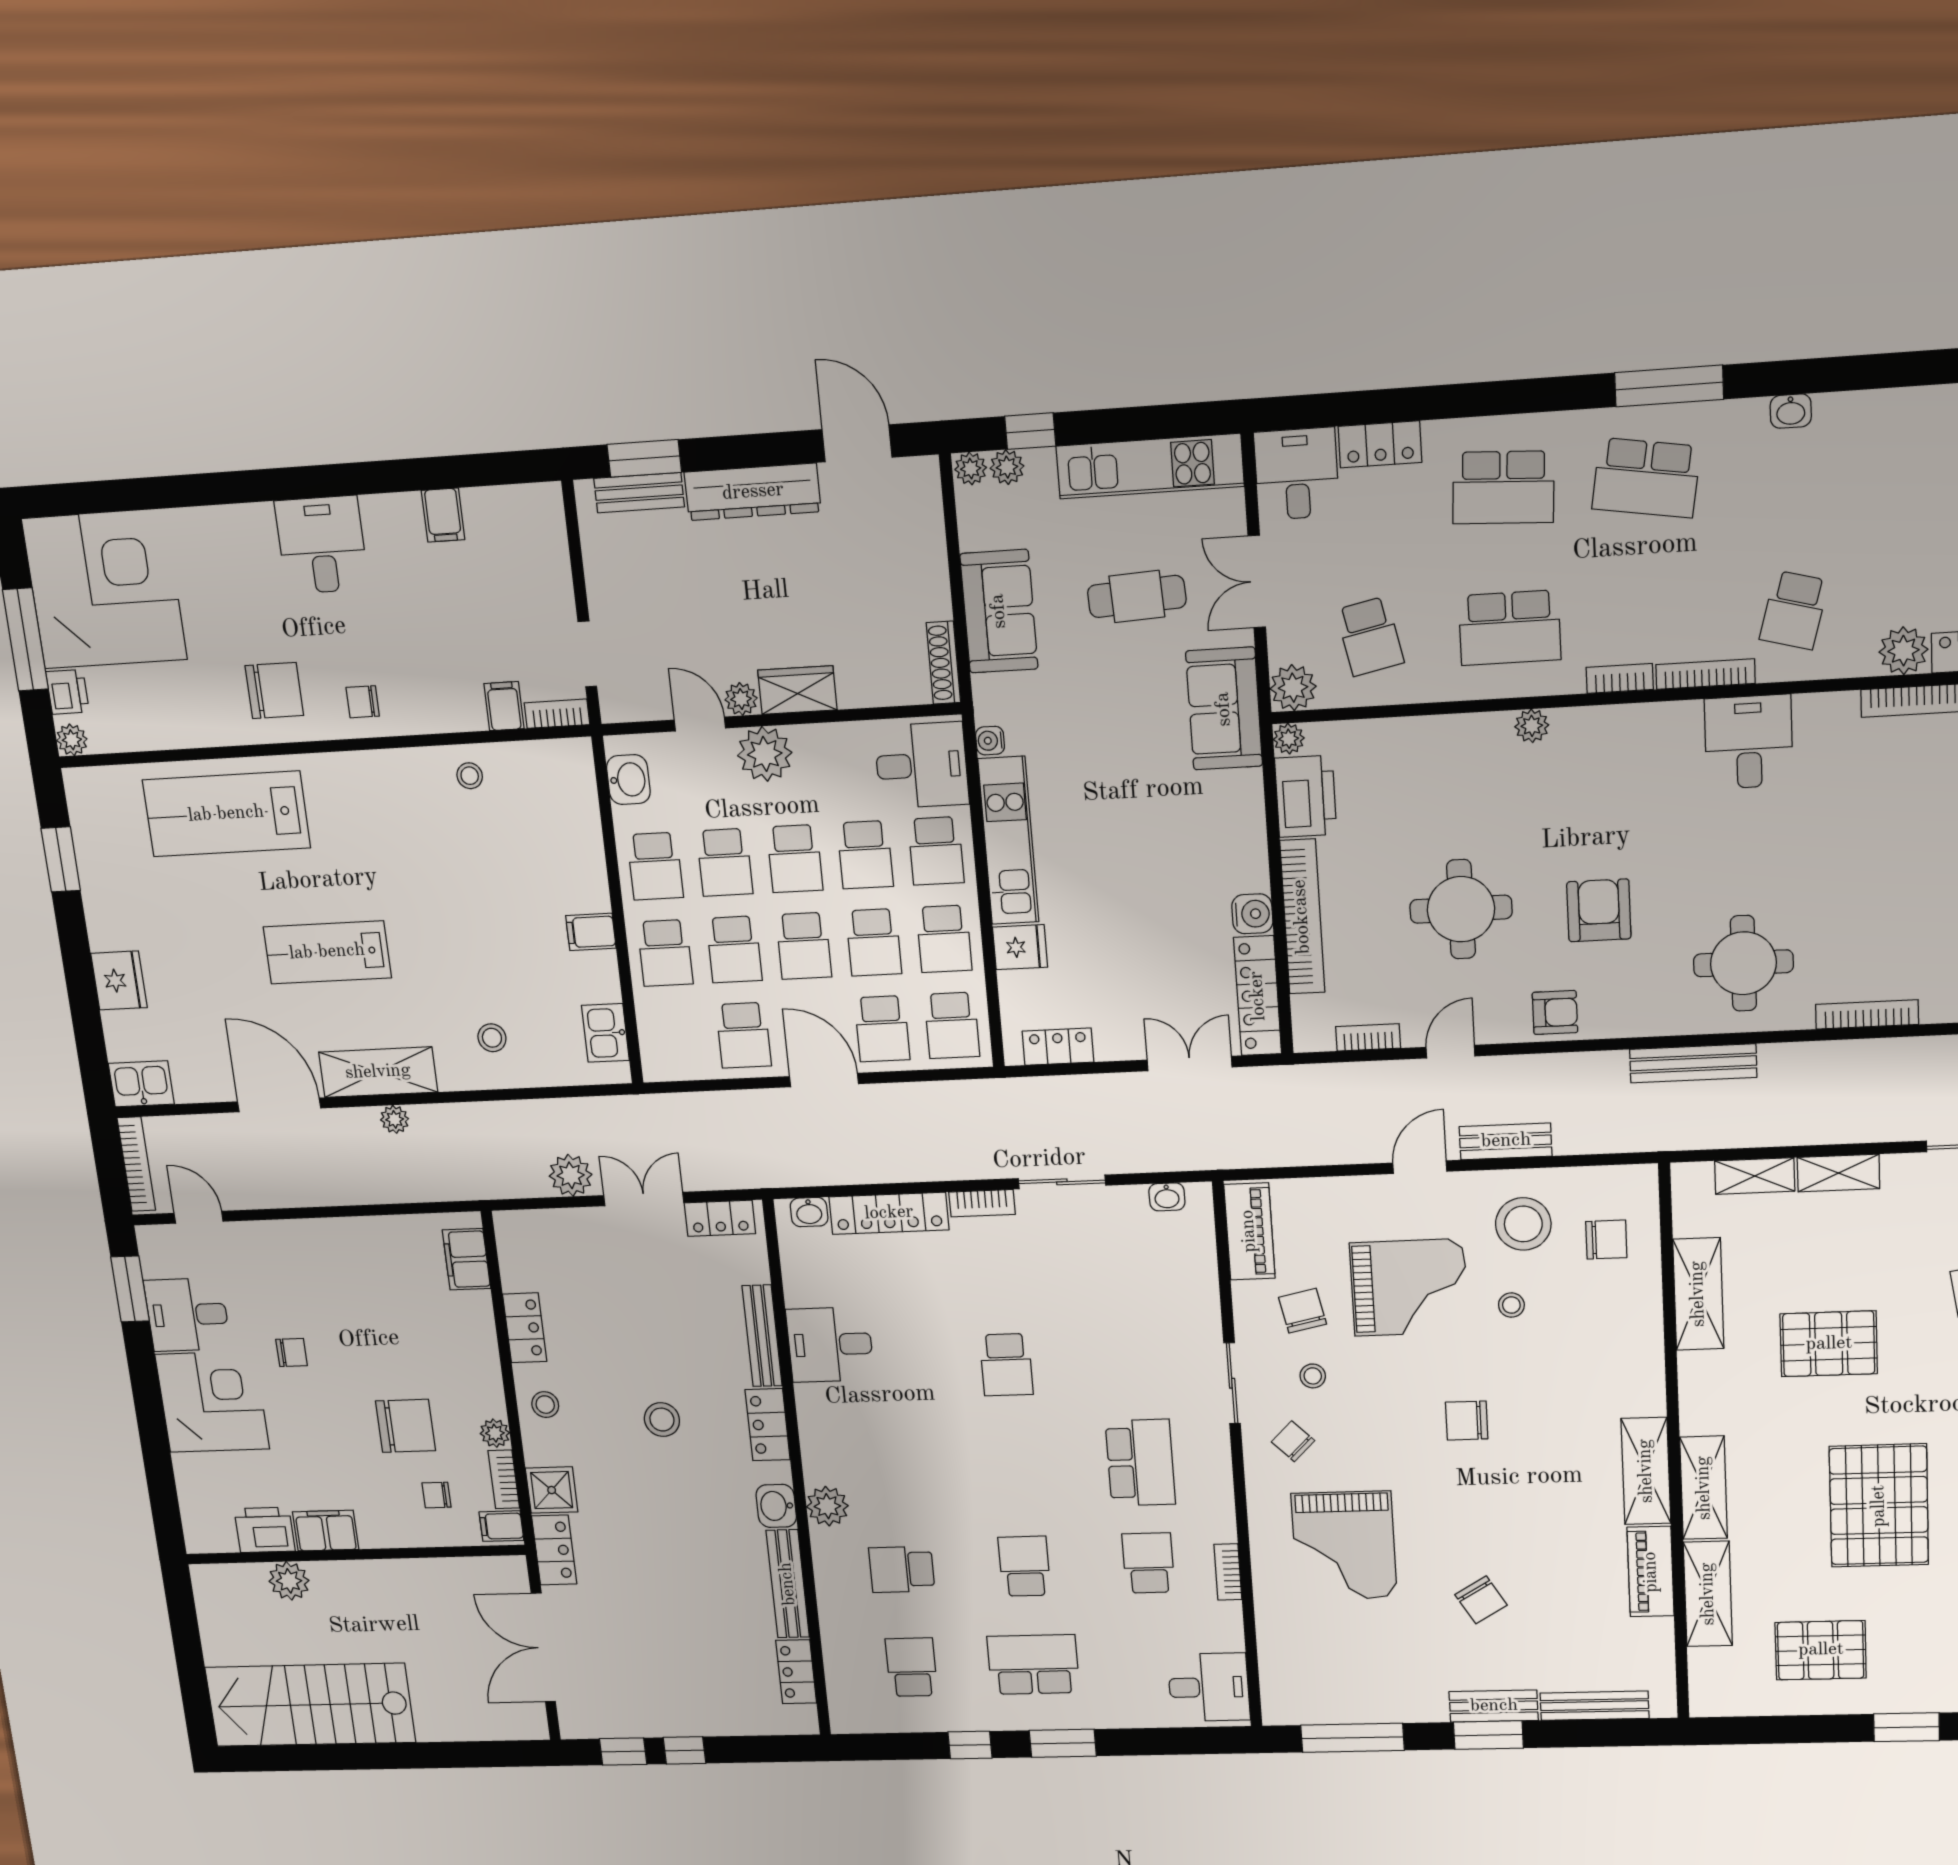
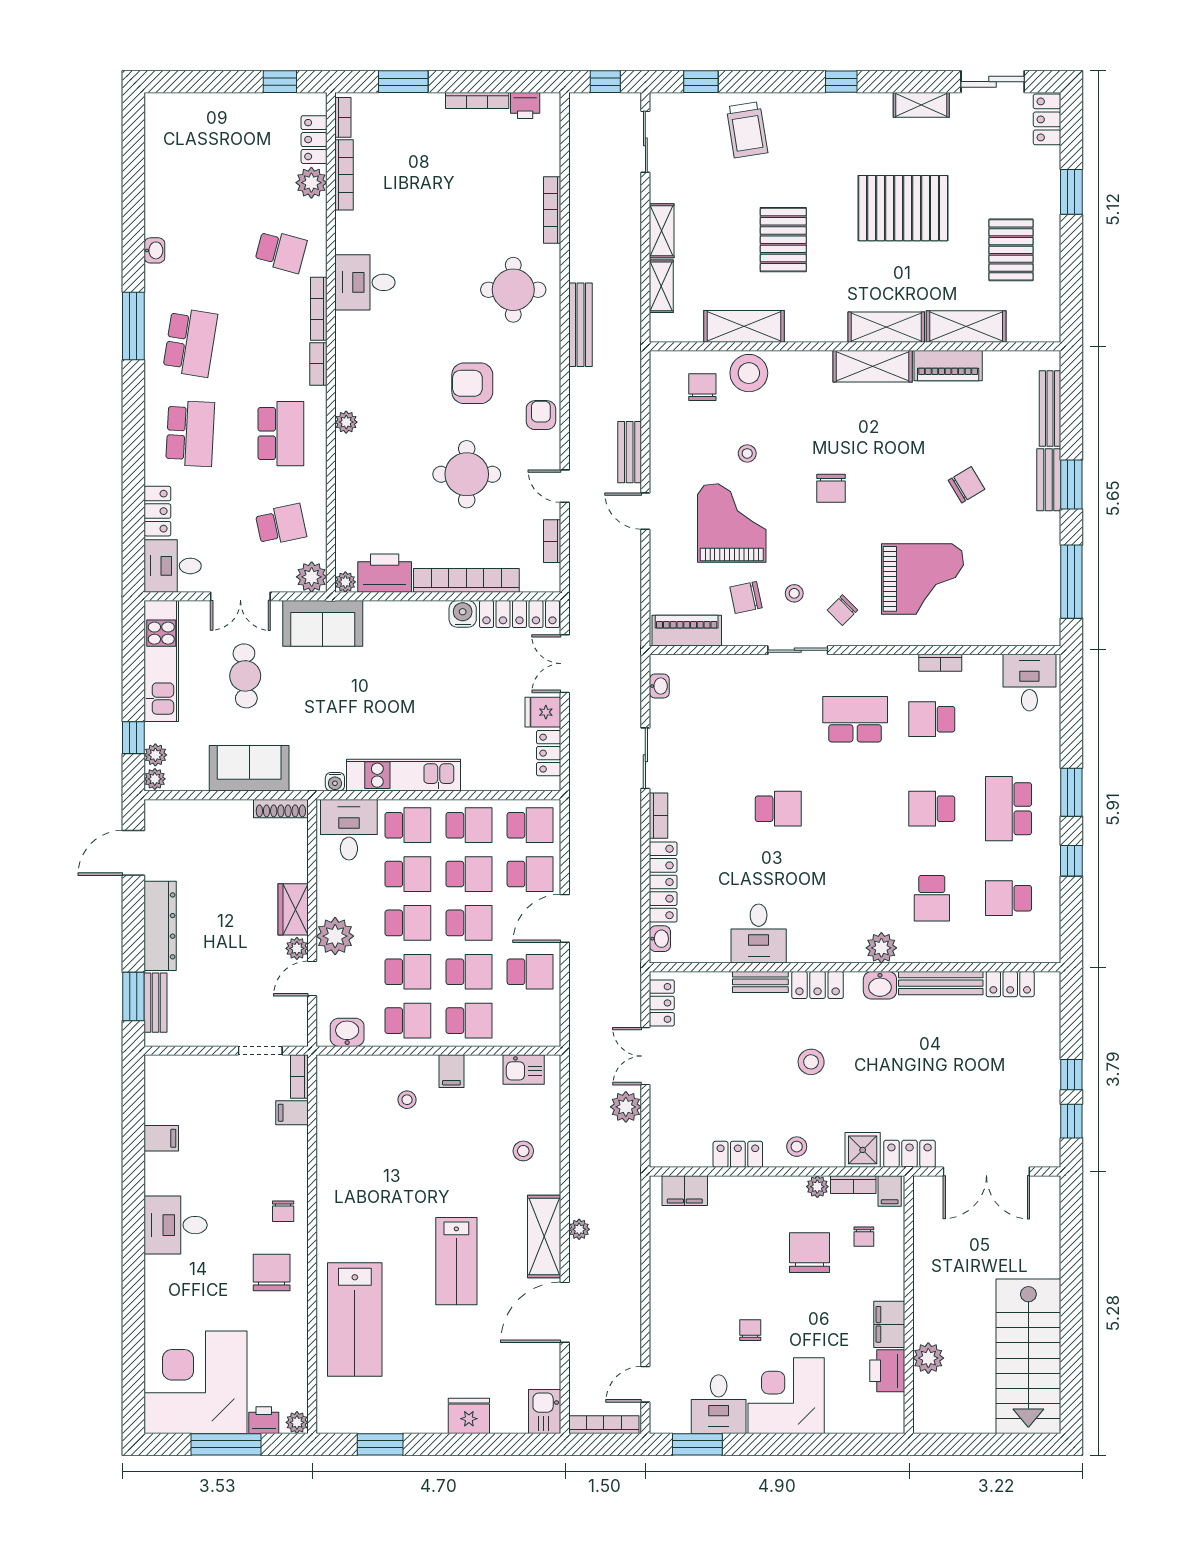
stool: (470, 776) -> (407, 1100), moved
fridge: (1020, 947) -> (543, 712), moved, turned -90
stool: (1523, 1224) -> (749, 373), moved
bench: (762, 1336) -> (760, 982), width x0.73

